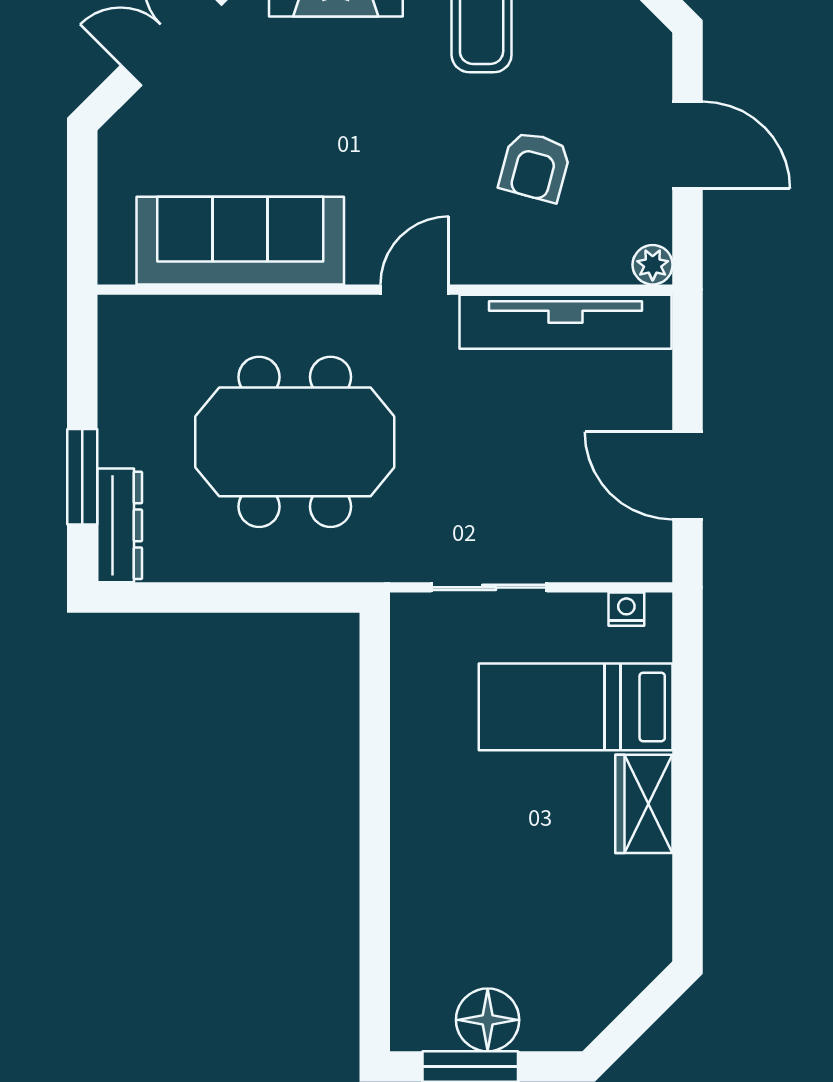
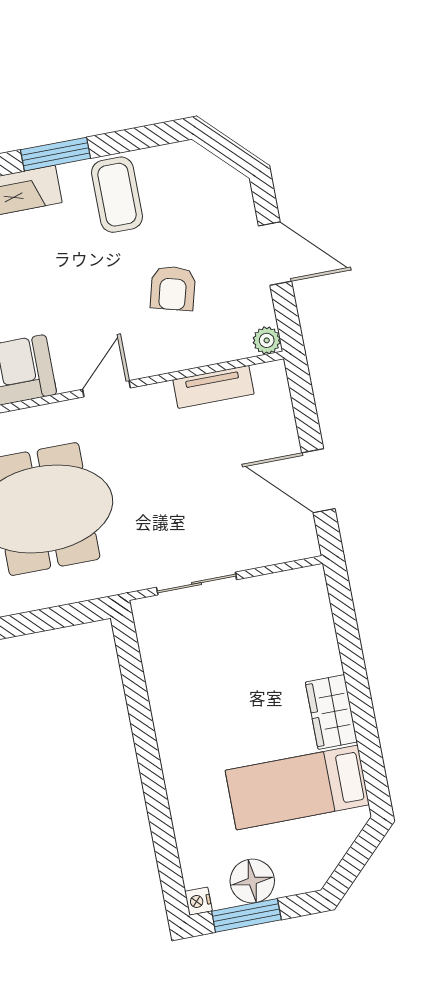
tv unit: (565, 322) -> (213, 387), width x0.52, depth x0.78
nightstand: (626, 609) -> (198, 901), moved, turned -90
bed: (576, 707) -> (297, 787), moved

